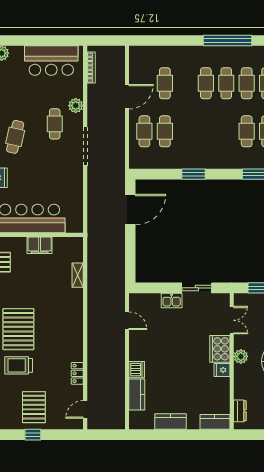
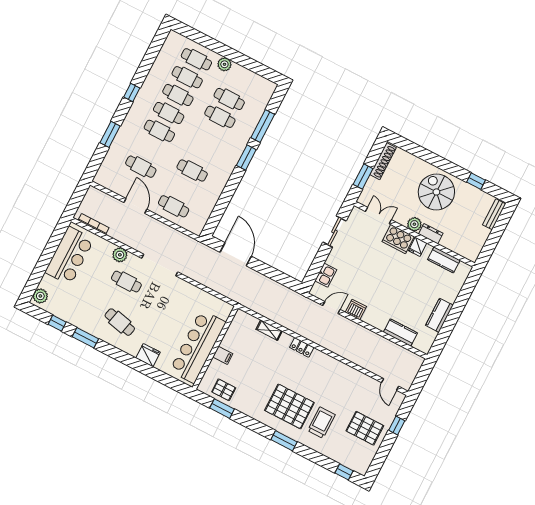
window: (180, 40) -> (110, 134), added
window: (227, 40) -> (132, 92), width x0.32
cafe table: (165, 131) -> (192, 171), moved
window: (193, 174) -> (246, 157), moved
filing cabinet: (40, 245) -> (223, 355), width x0.50
kitchen sink: (172, 301) -> (326, 275), moved
trolley: (19, 365) -> (321, 423), turned 180
dishwasher: (137, 370) -> (356, 309), moved
locker: (77, 373) -> (302, 347), moved
dresser: (240, 411) -> (431, 234), moved
kitchen counter: (215, 422) -> (444, 260), moved, turned -90
window: (33, 435) -> (397, 425), moved

